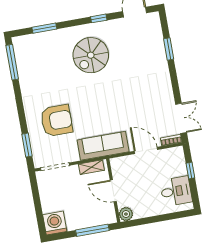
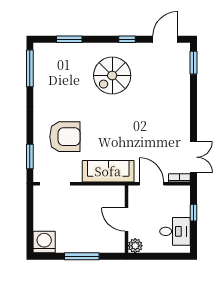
window: (169, 49) -> (194, 63), moved
shelving: (91, 167) -> (92, 191), removed
door: (113, 191) -> (126, 219), moved
wall: (113, 191) -> (126, 219), moved
plant: (126, 214) -> (135, 246), moved

